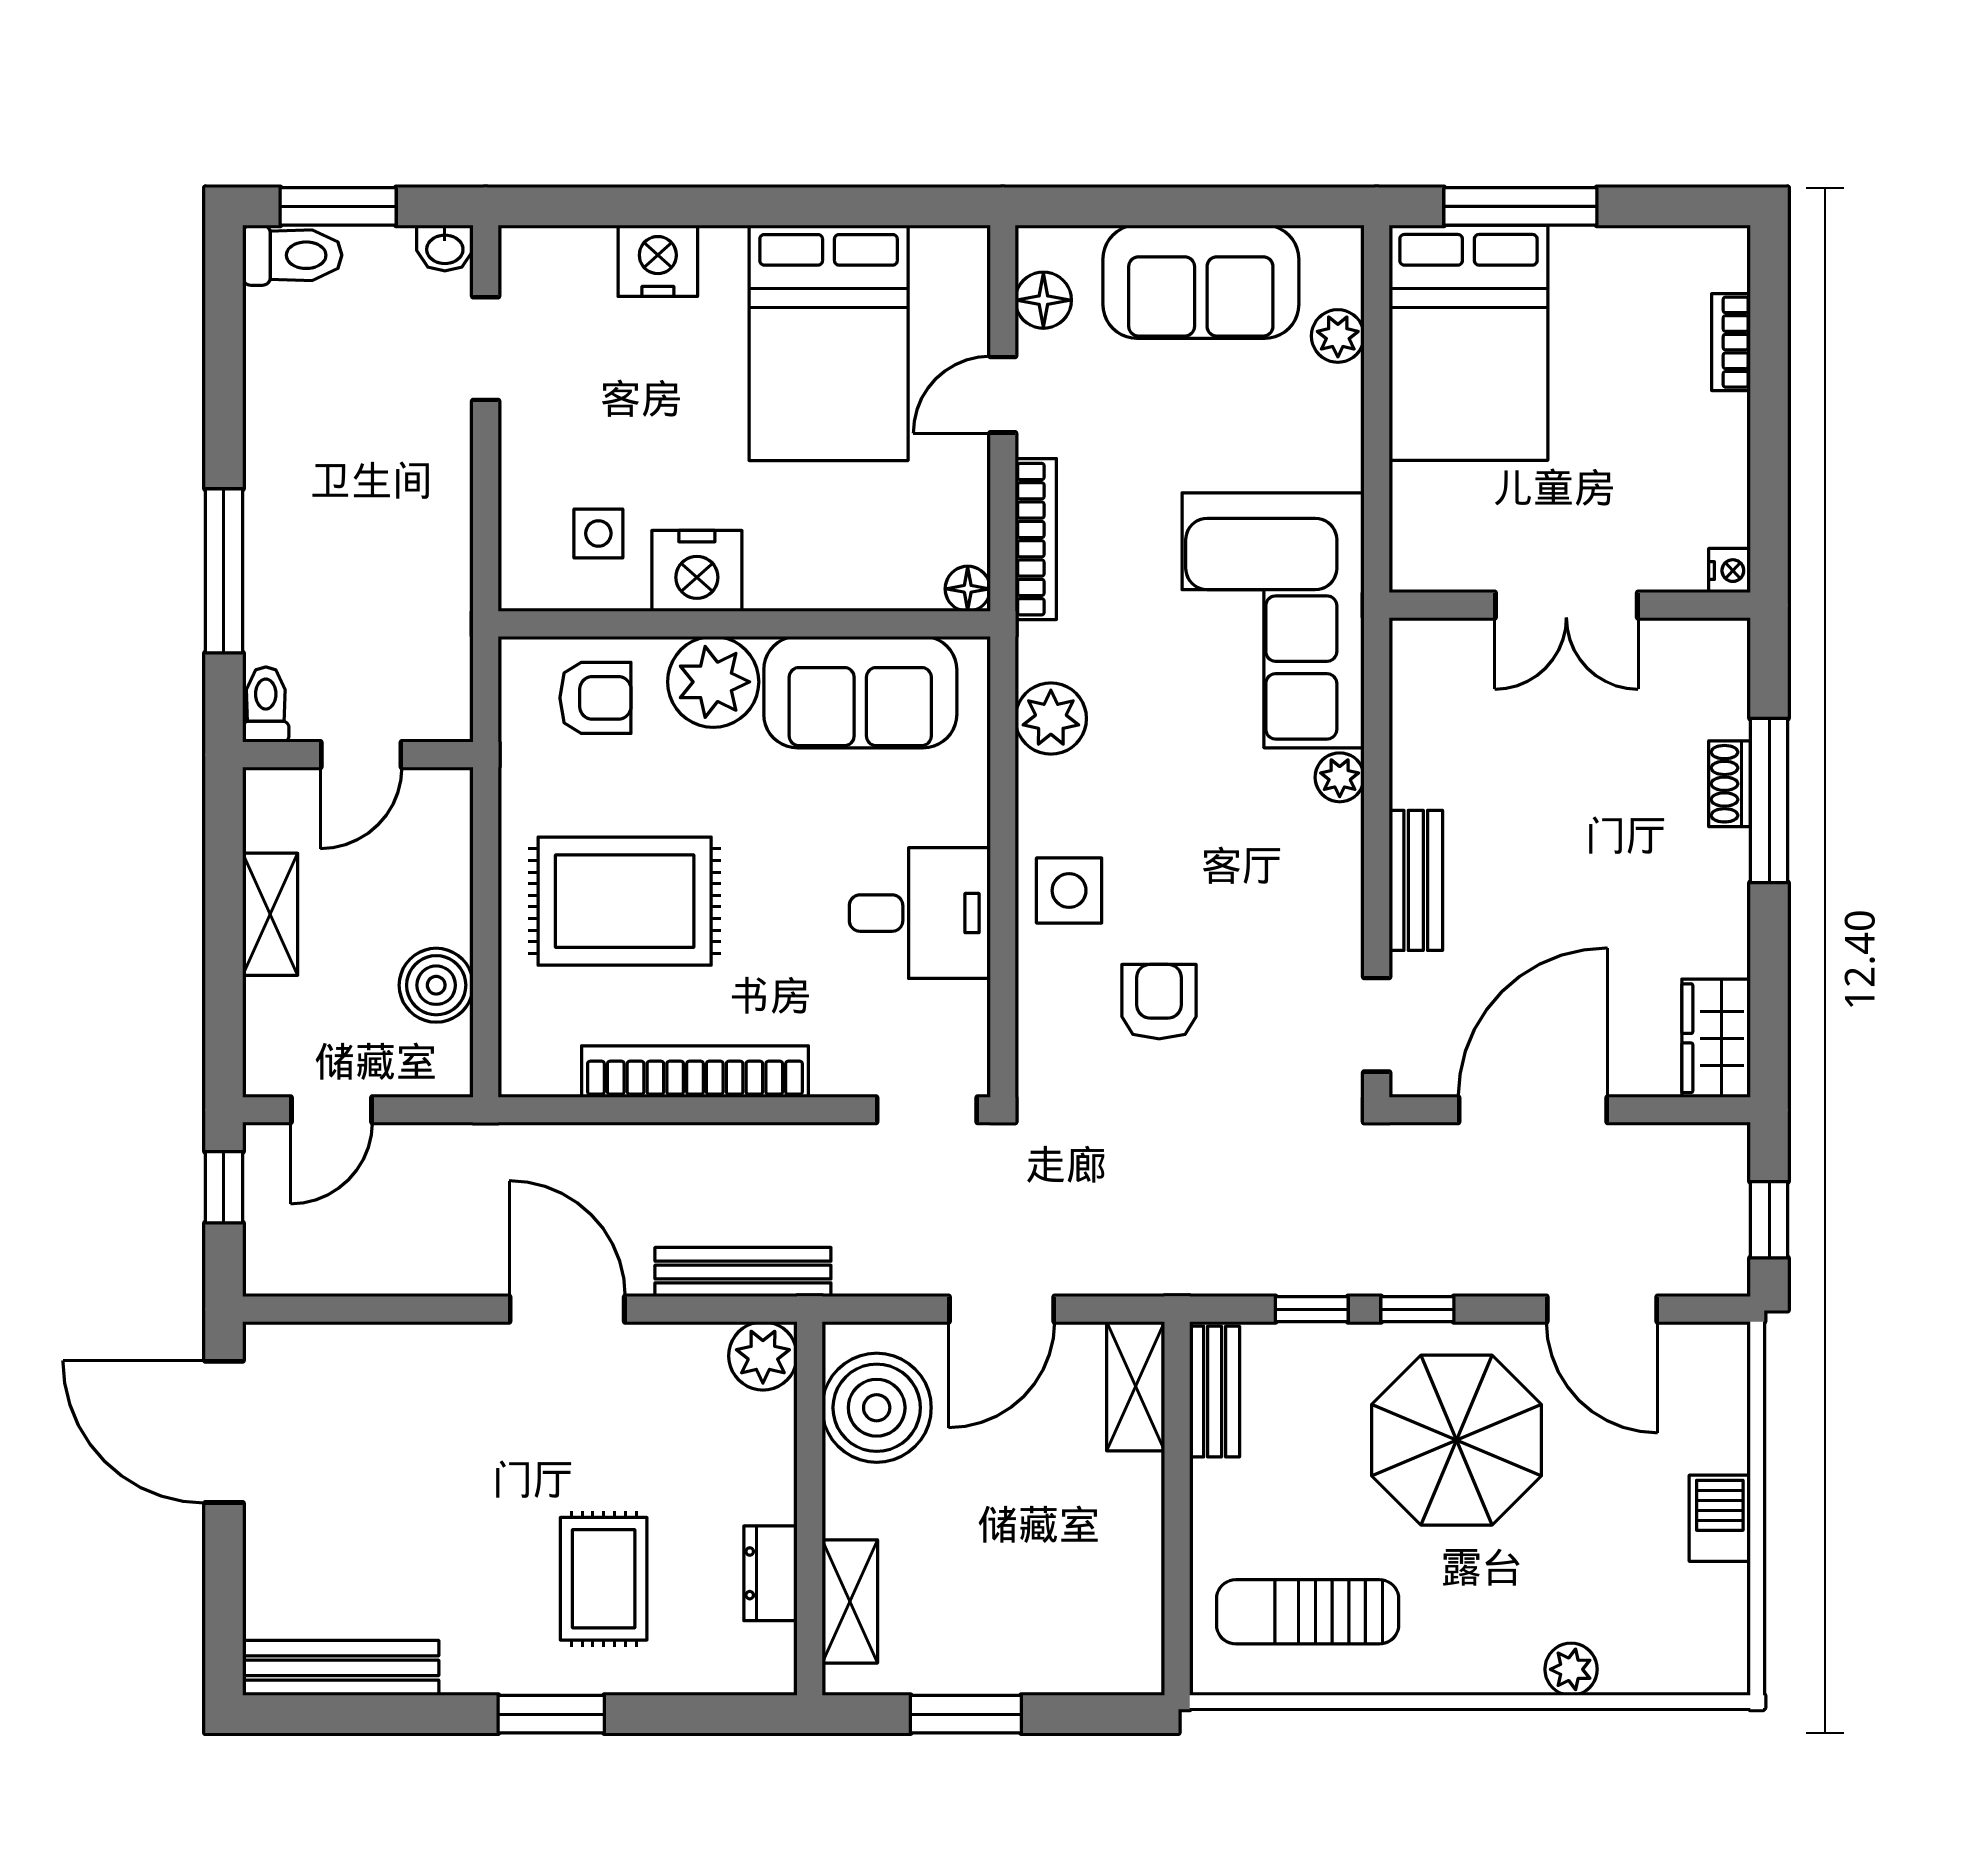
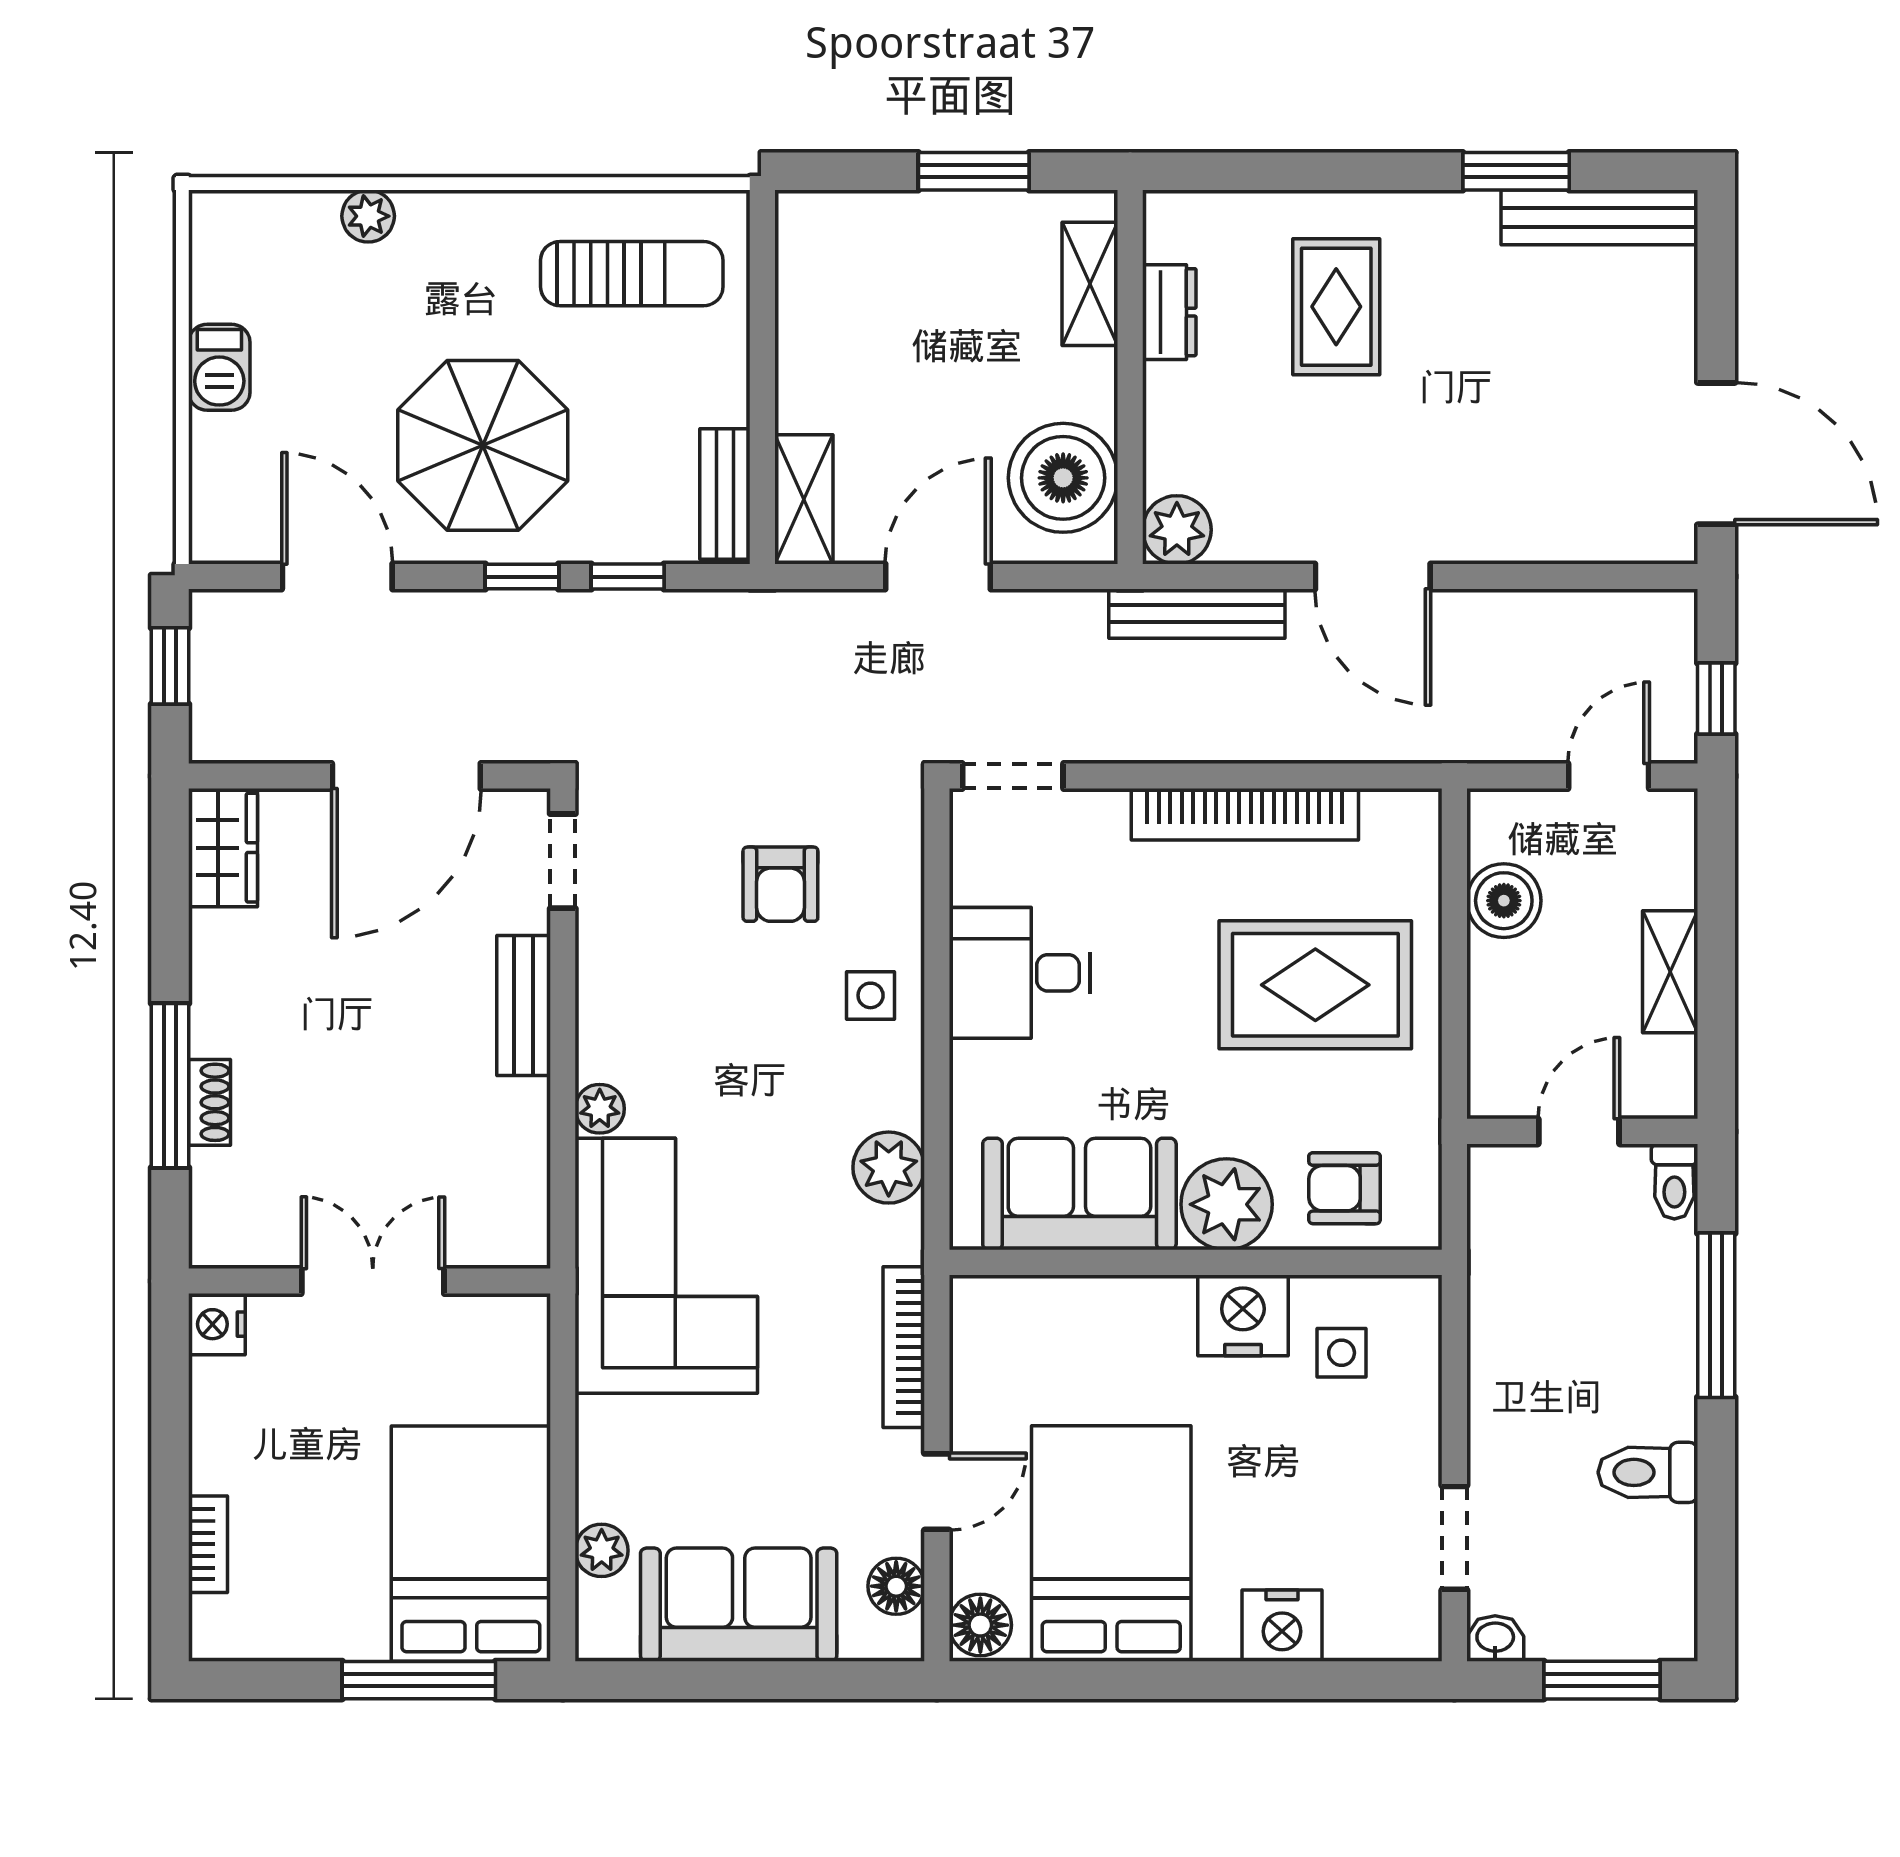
toilet: (292, 255) -> (1648, 1472), moved
nightstand: (1730, 571) -> (217, 1324), width x1.39, depth x1.35
floor lamp: (968, 589) -> (980, 1625), moved, width x1.37, depth x1.37
side table: (1069, 891) -> (871, 995), width x0.73, depth x0.73
window: (551, 1714) -> (1516, 171), moved

